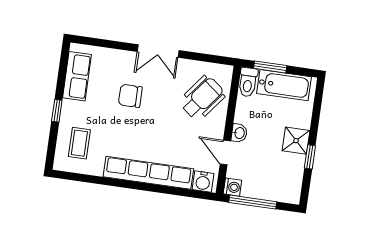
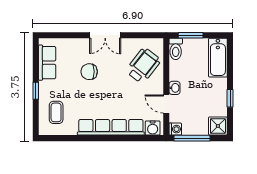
bathtub: (284, 85) -> (218, 58), moved, turned 90
shower: (296, 141) -> (218, 126), moved

